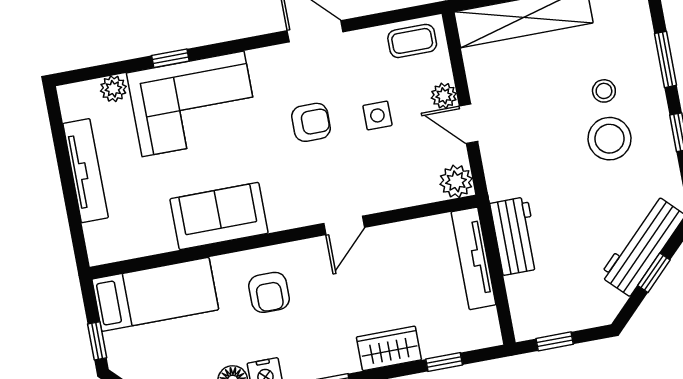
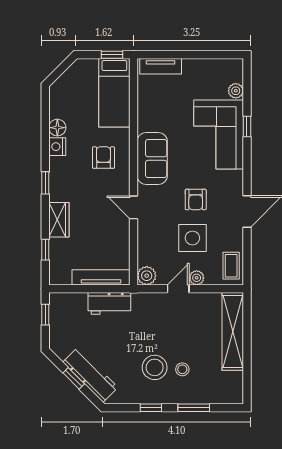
side table: (377, 115) -> (192, 238), width x1.87, depth x1.87
tv unit: (86, 171) -> (161, 66), moved, width x0.71
sofa: (219, 216) -> (152, 158), moved
armchair: (269, 292) -> (103, 158), turned 90
window: (97, 341) -> (112, 55), moved

